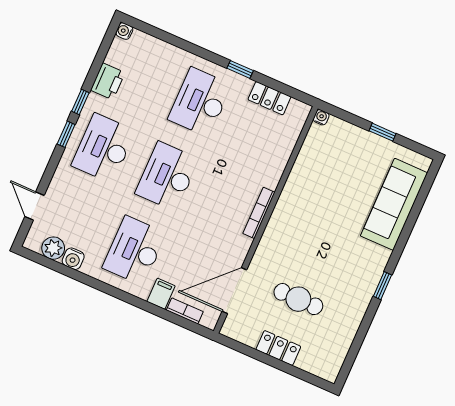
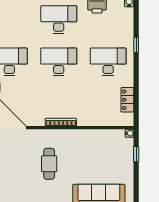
window: (240, 69) -> (136, 45), moved
window: (382, 132) -> (136, 154), moved
cafe table: (298, 299) -> (49, 164), moved

